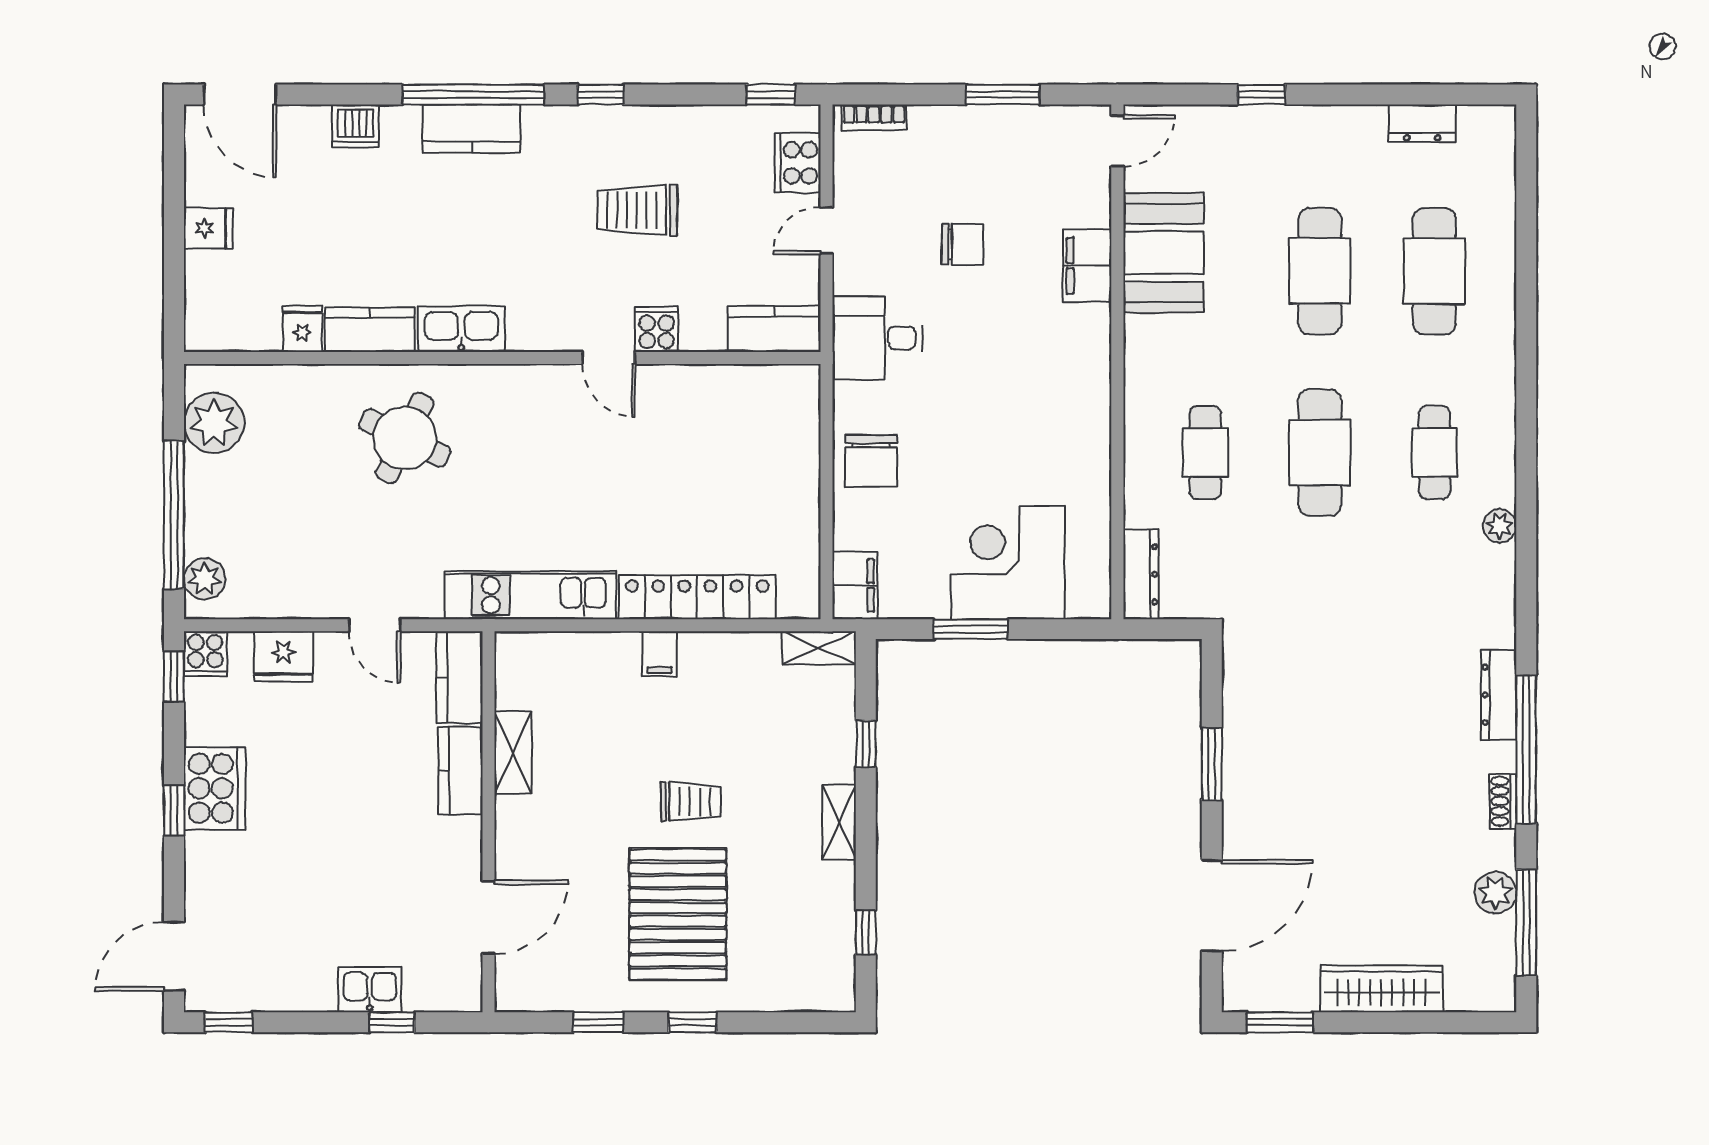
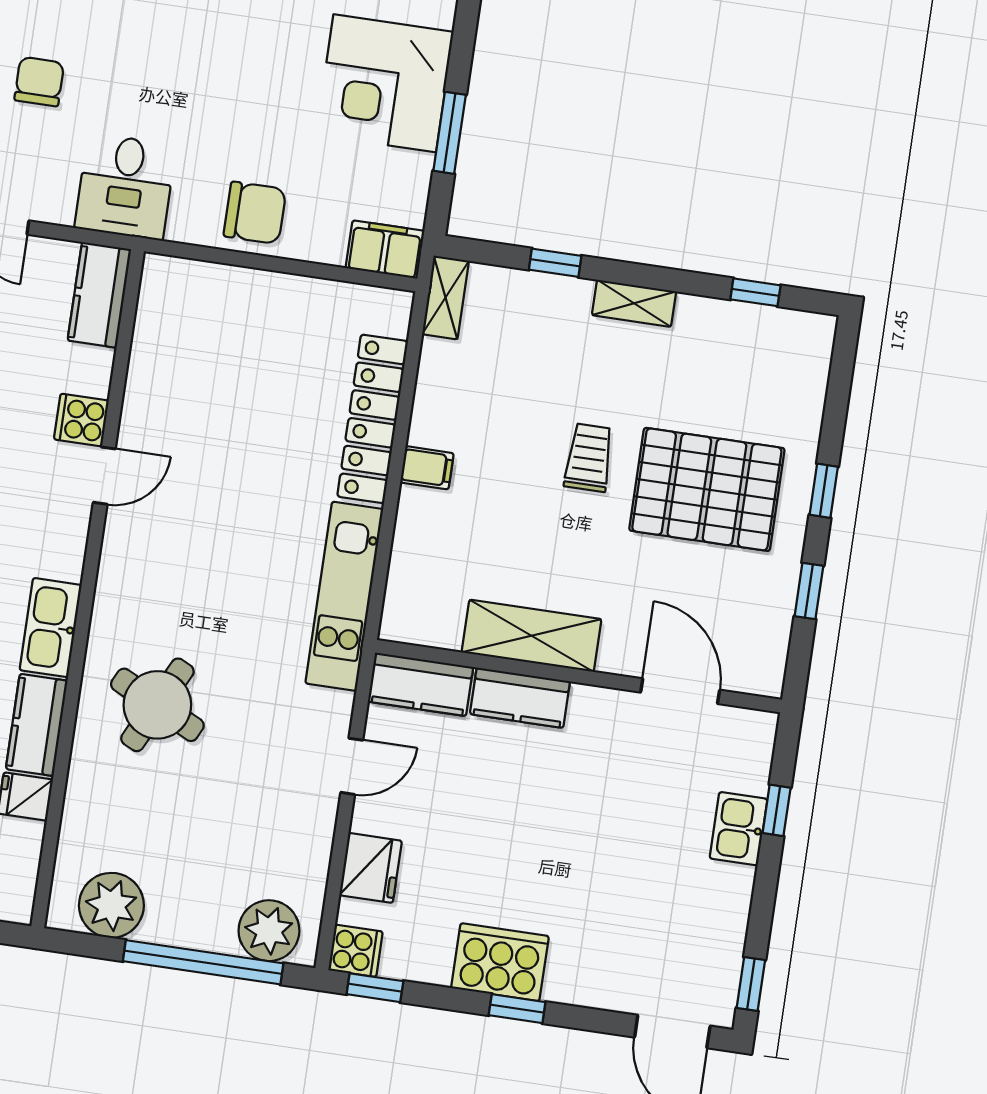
plant: (205, 579) -> (269, 931), width x1.36, depth x1.36
shelving: (513, 752) -> (531, 636), width x1.50, depth x1.33

